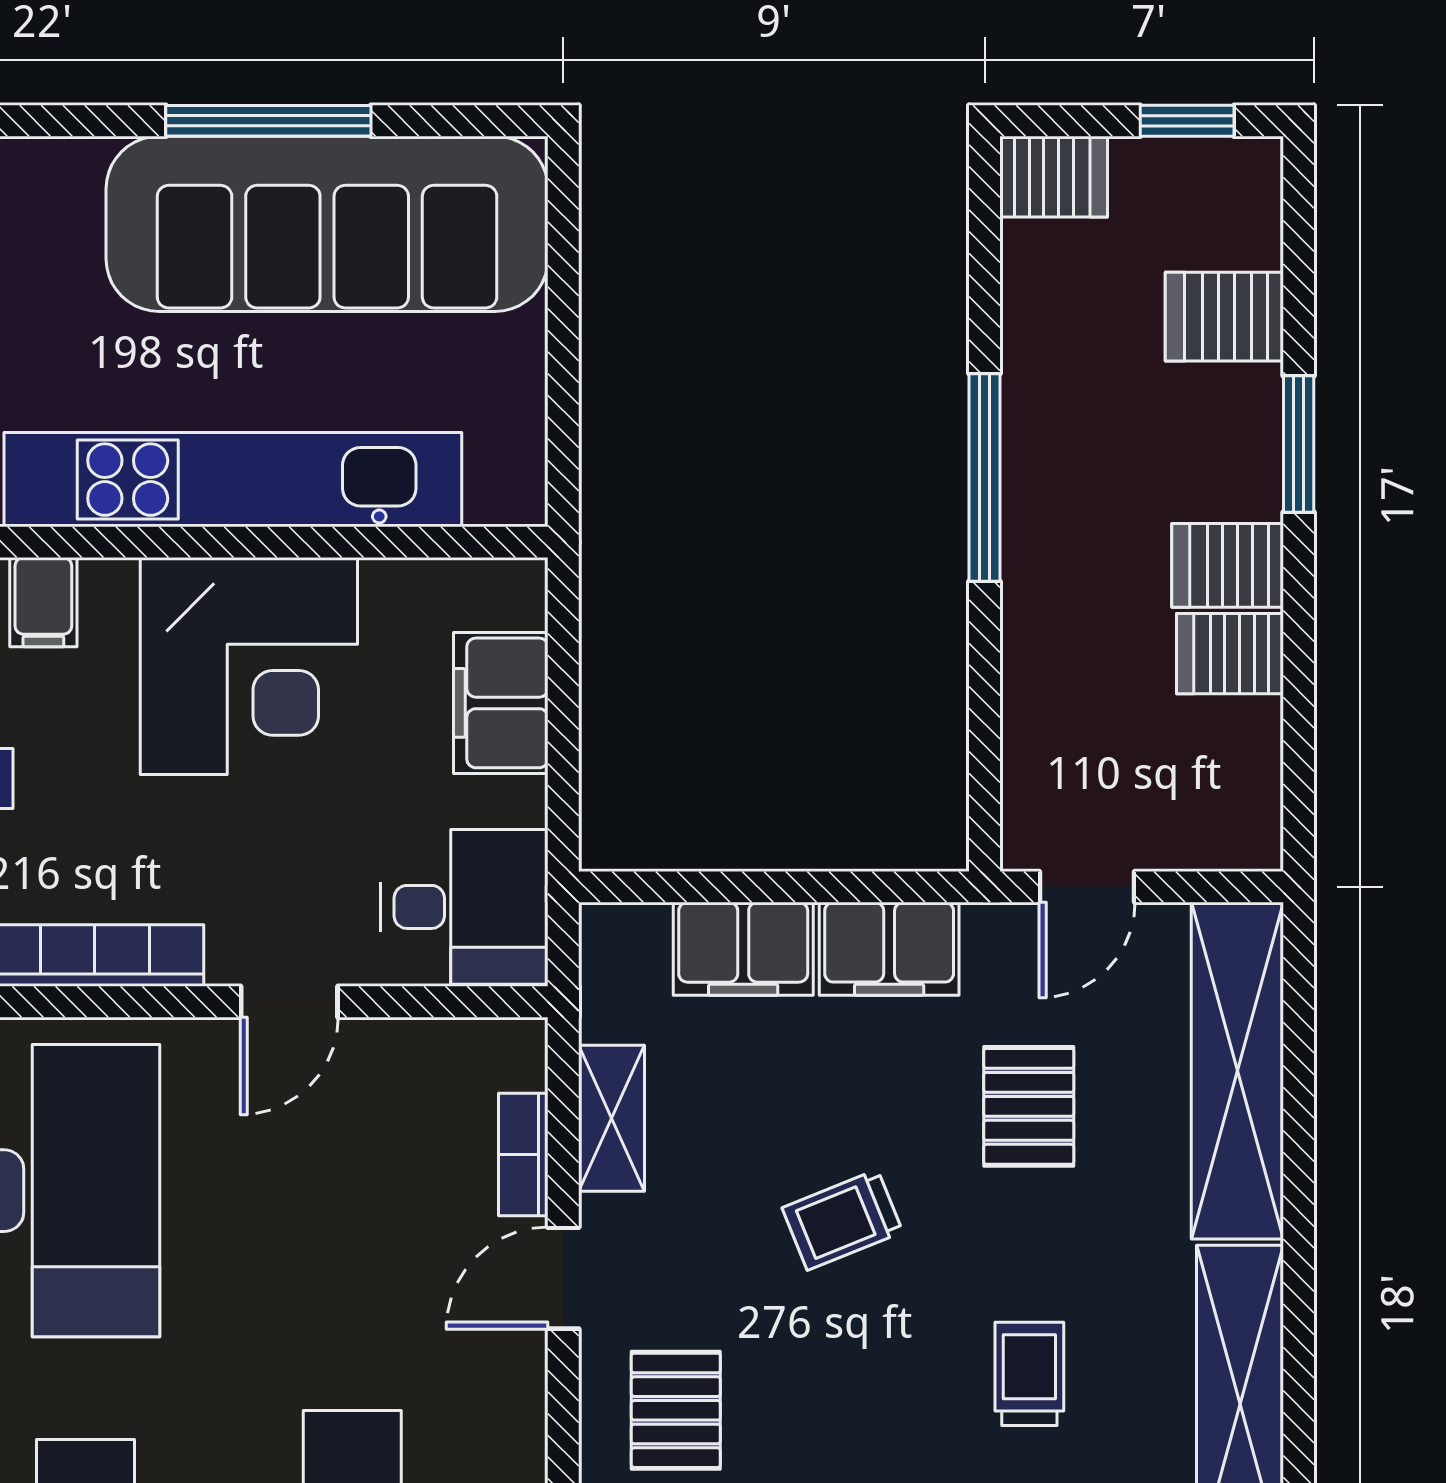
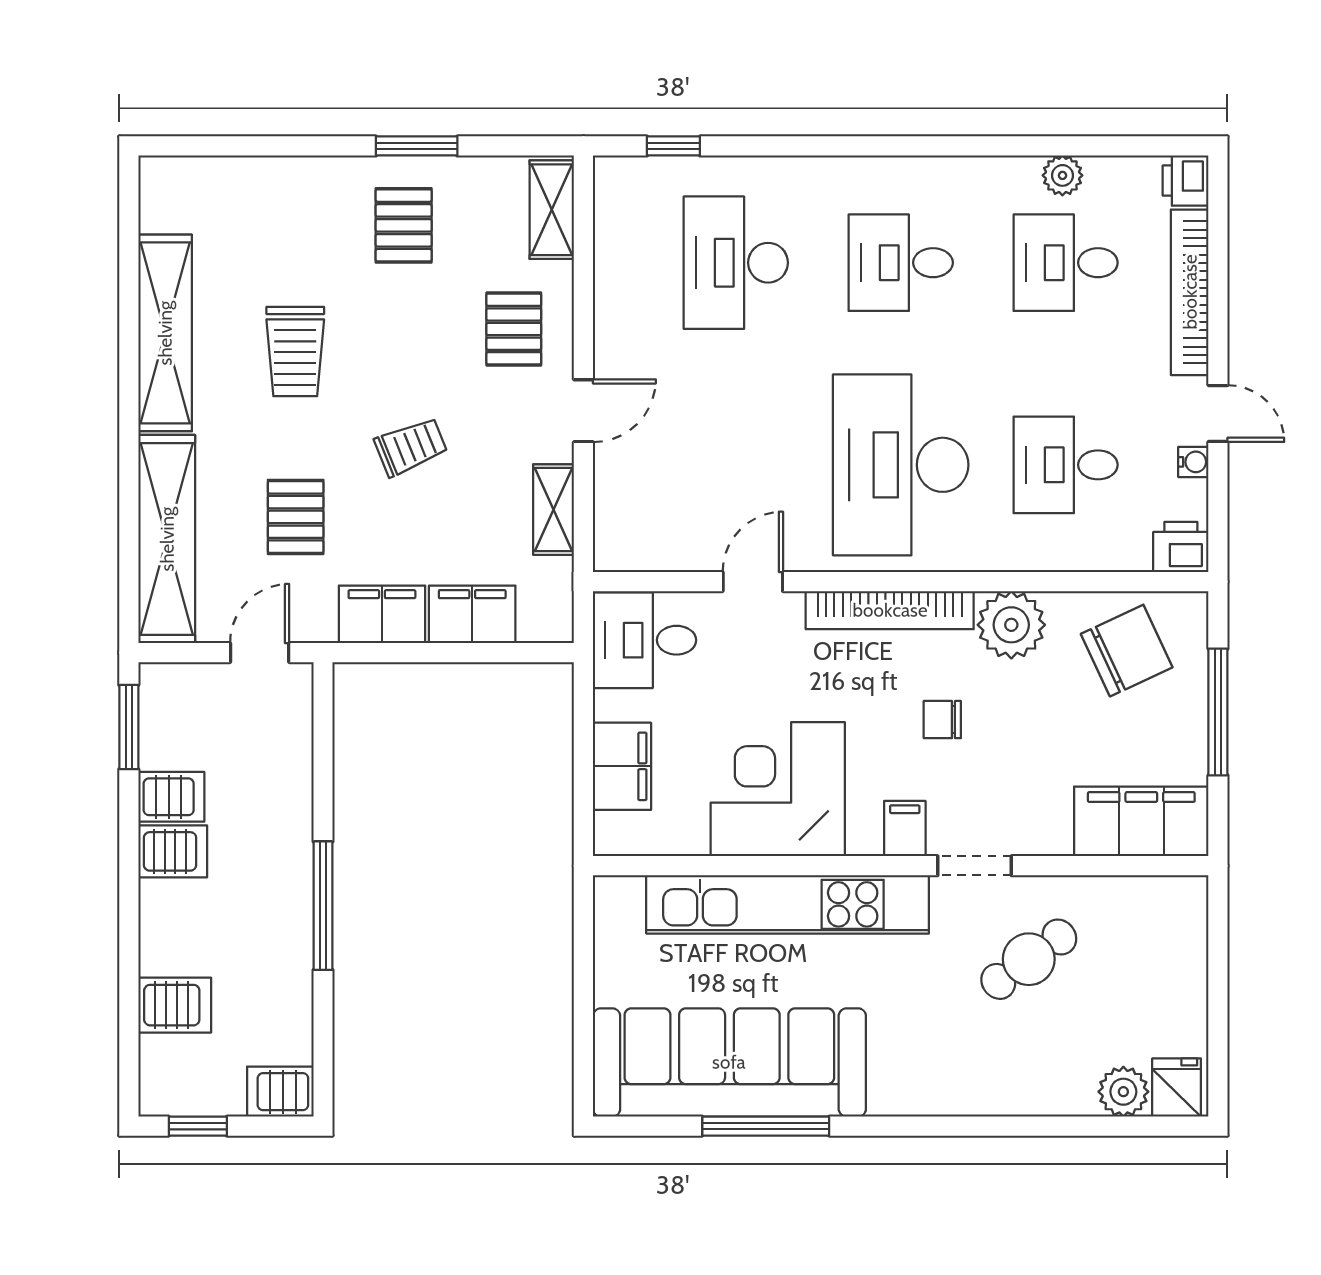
window: (1299, 444) -> (129, 727), moved
bookcase: (523, 1154) -> (608, 487), removed
trolley: (1029, 1374) -> (295, 352), width x1.36, depth x1.39

